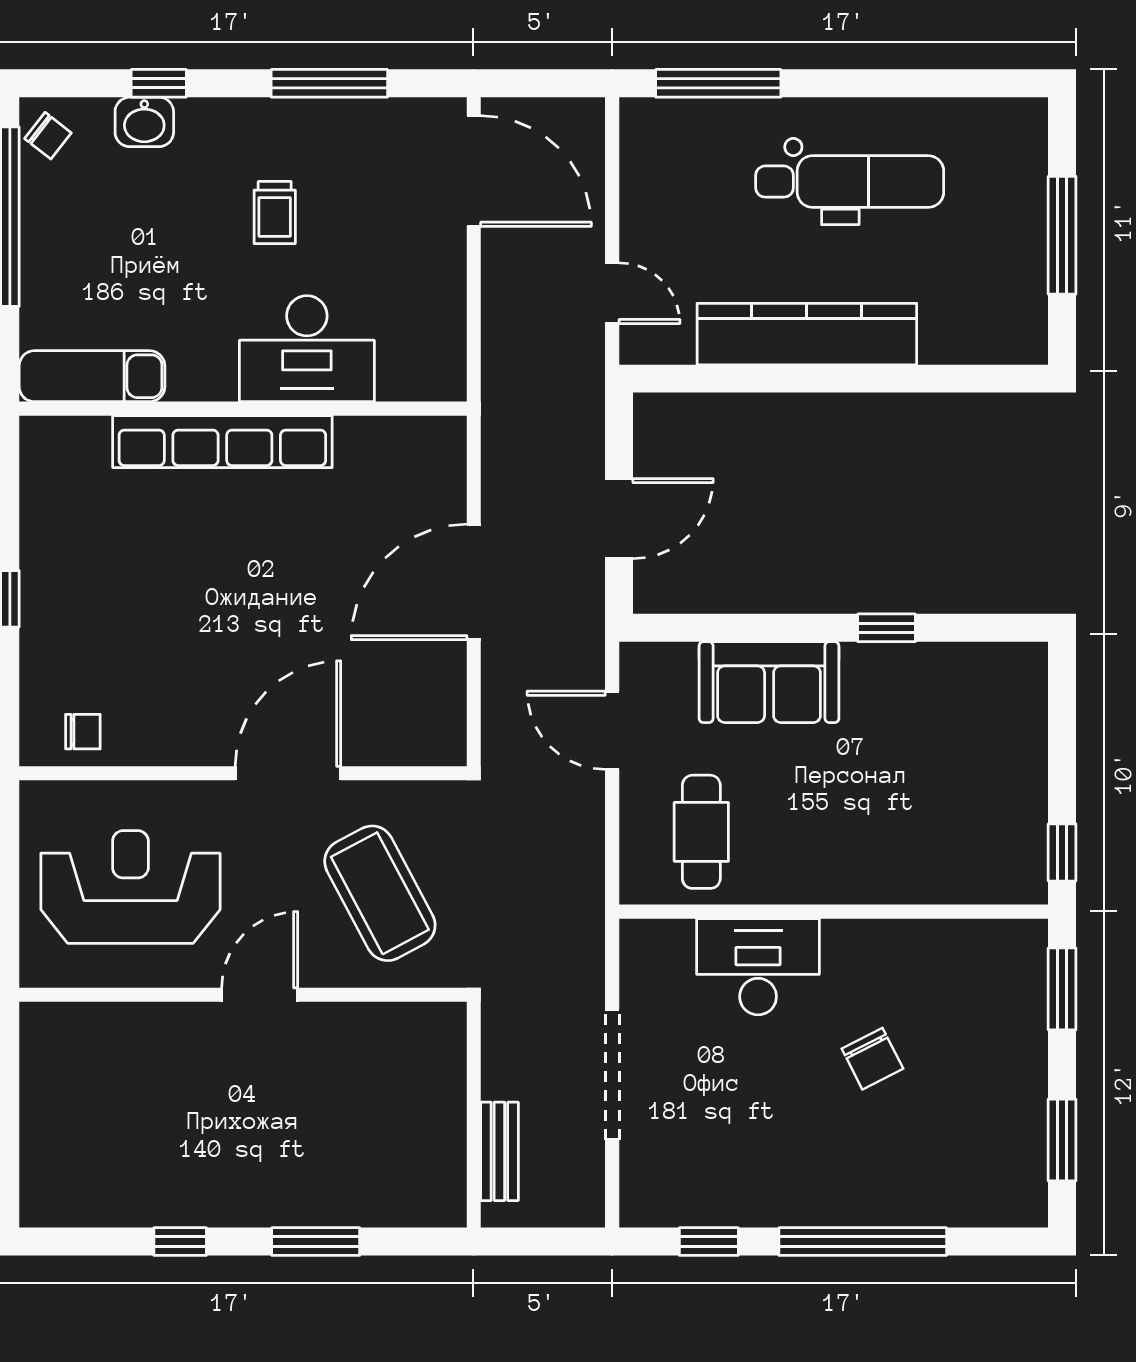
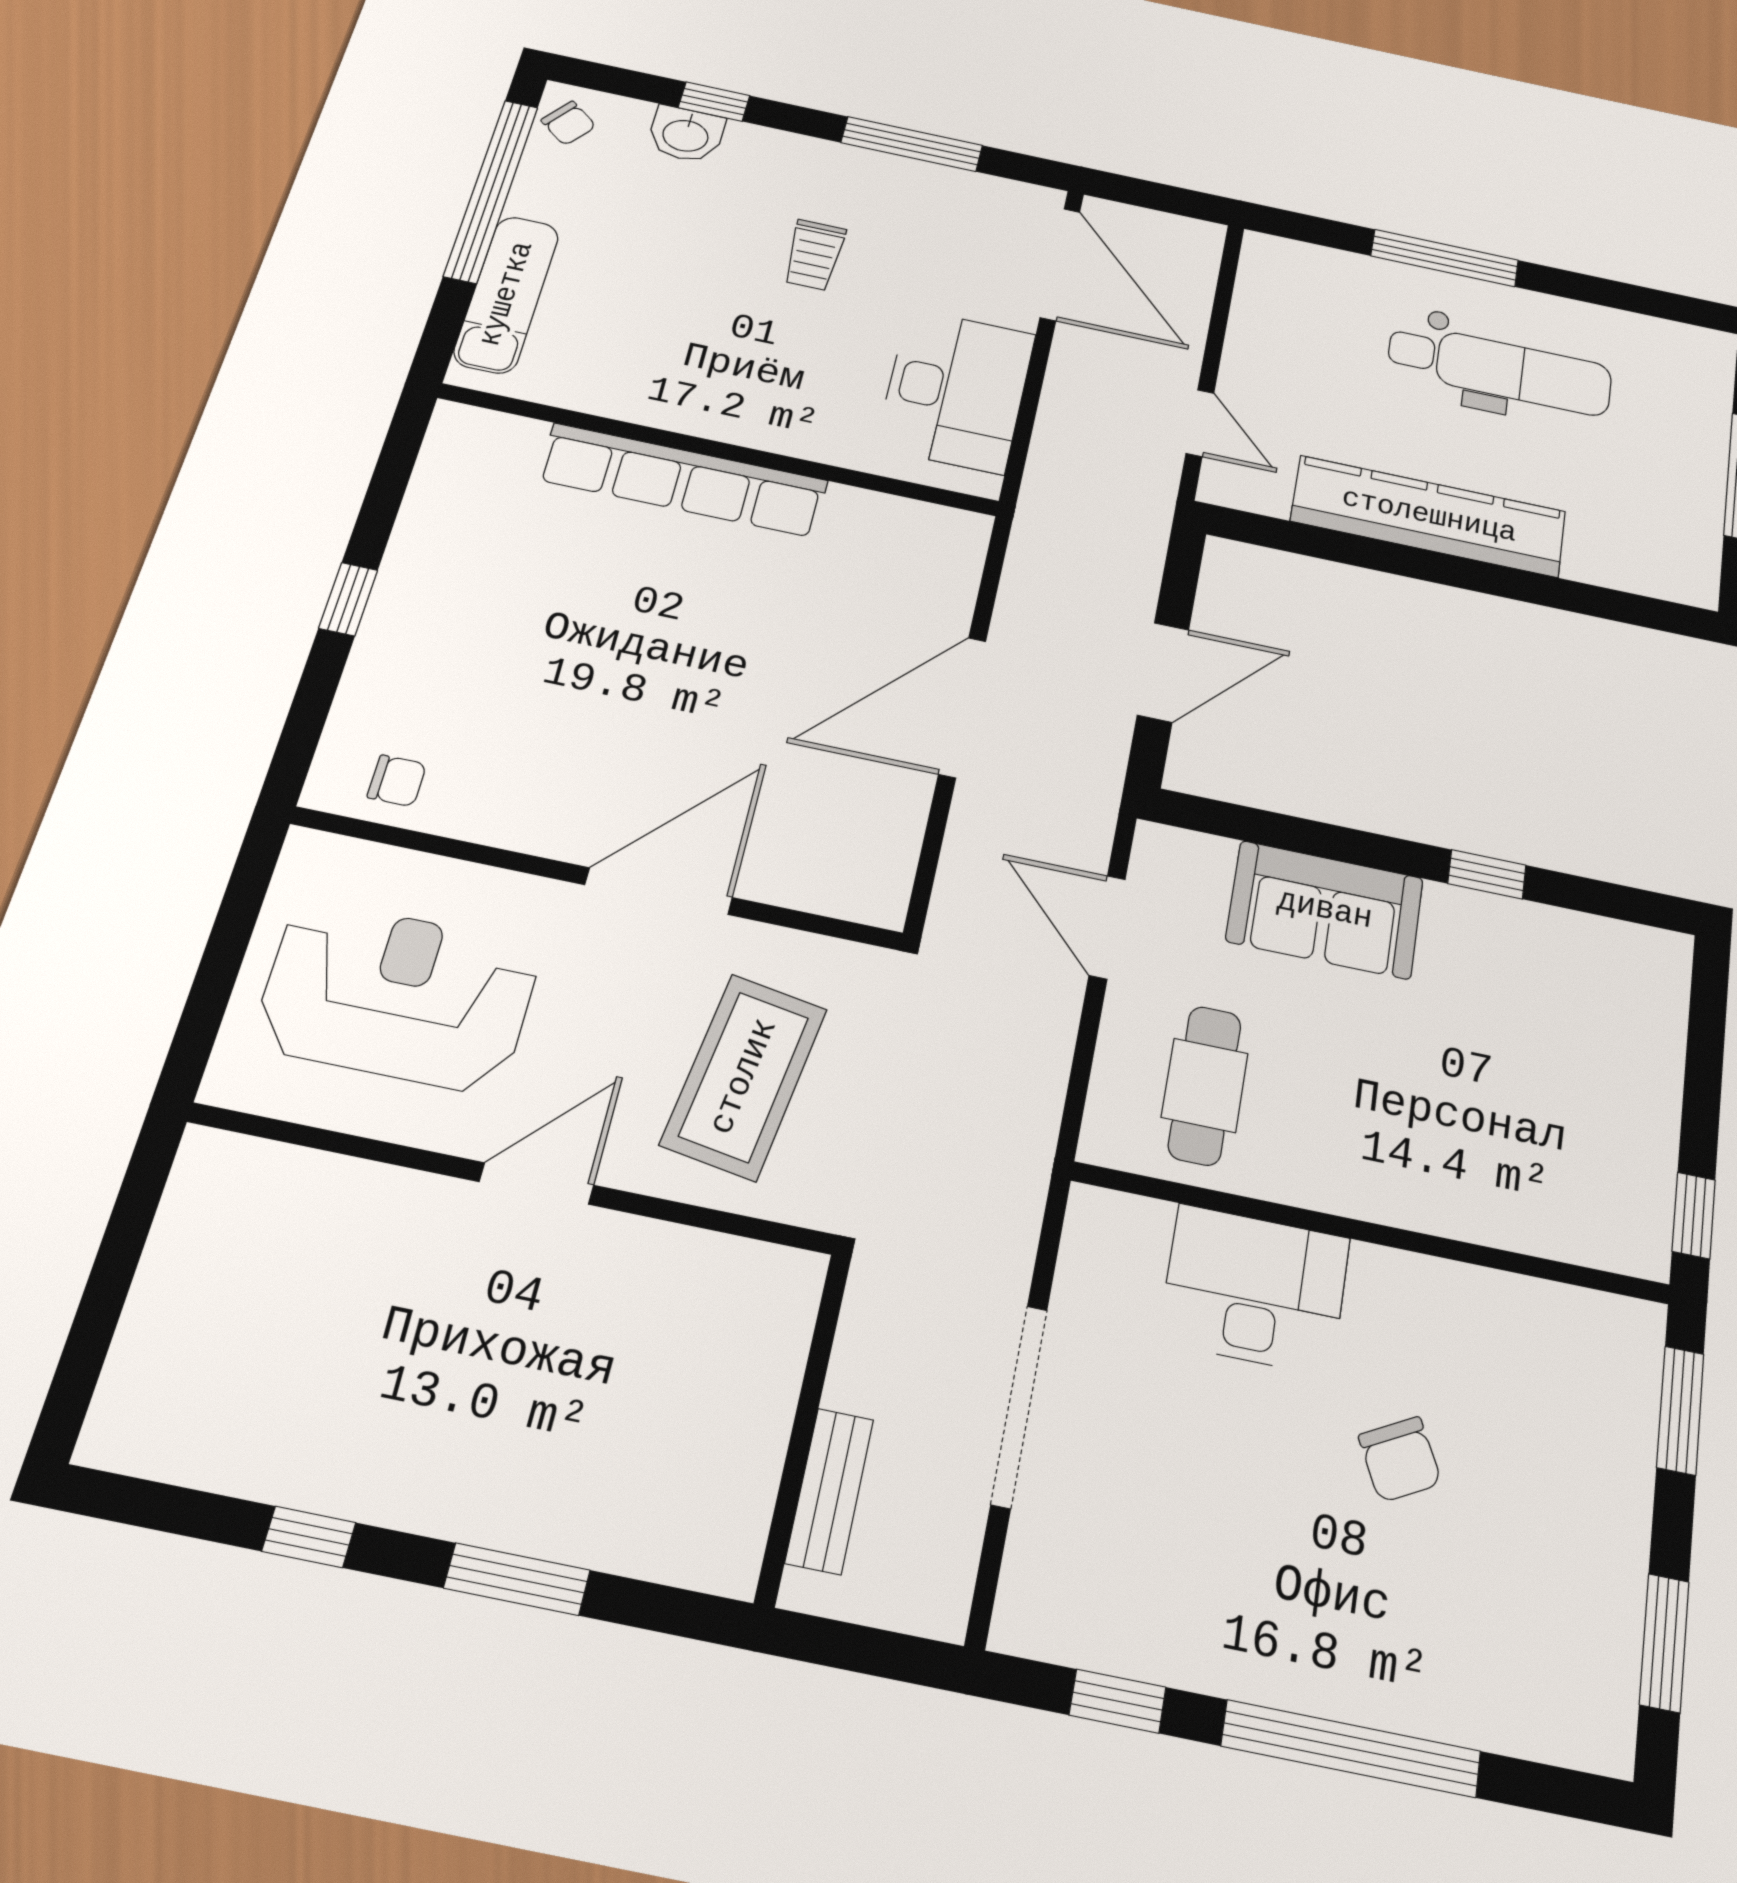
window: (718, 83) -> (1445, 258), moved
desk: (307, 349) -> (956, 391), moved, turned -90
exam couch: (92, 376) -> (507, 294), moved, turned 90
coffee table: (380, 893) -> (744, 1077), turned 37

